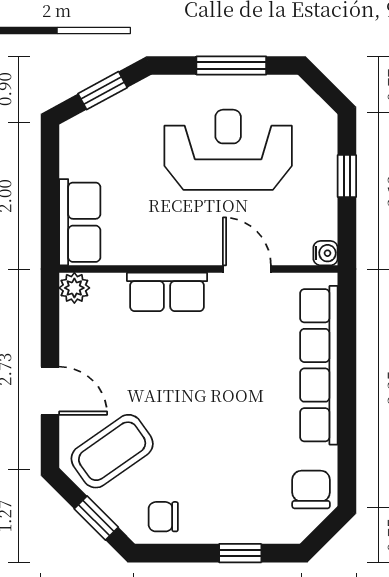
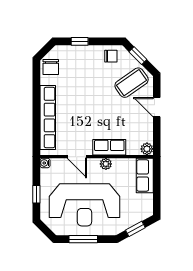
reception desk: (228, 150) -> (84, 205), width x1.36, depth x1.30
plant: (176, 251) -> (106, 164), added

